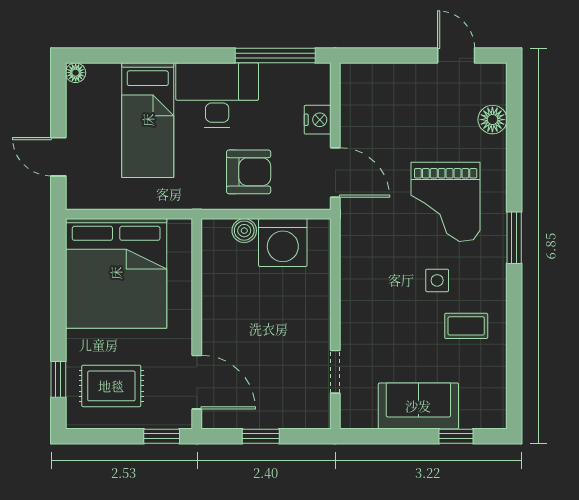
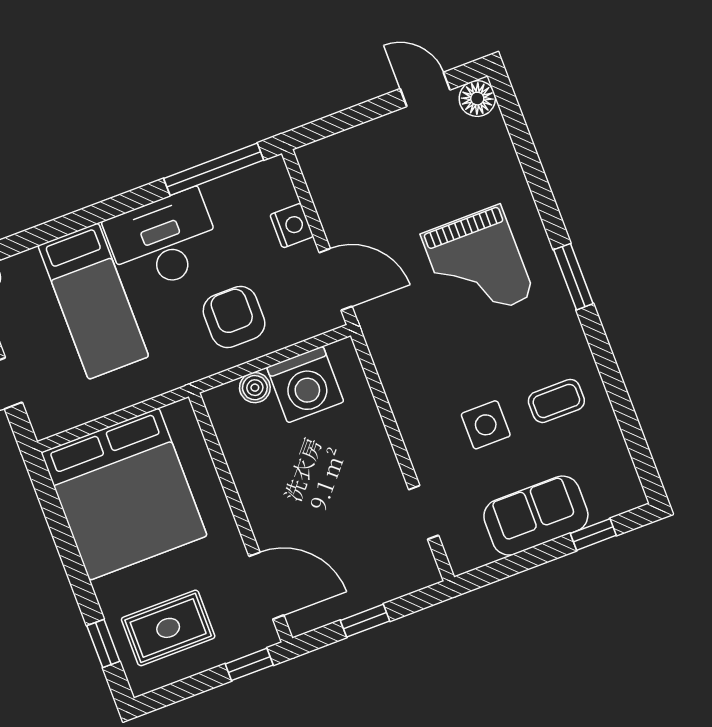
floor lamp: (492, 120) -> (477, 99), moved
armchair: (249, 172) -> (234, 317), turned -90
side table: (437, 280) -> (486, 425), moved, width x1.37, depth x1.37

